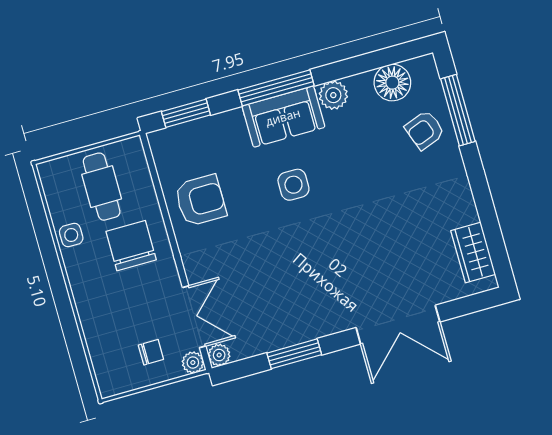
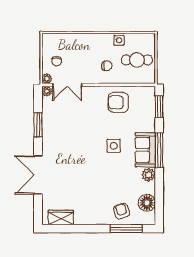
armchair: (200, 200) -> (118, 102), turned 90
chair: (131, 246) -> (107, 66), width x0.54, depth x0.54

